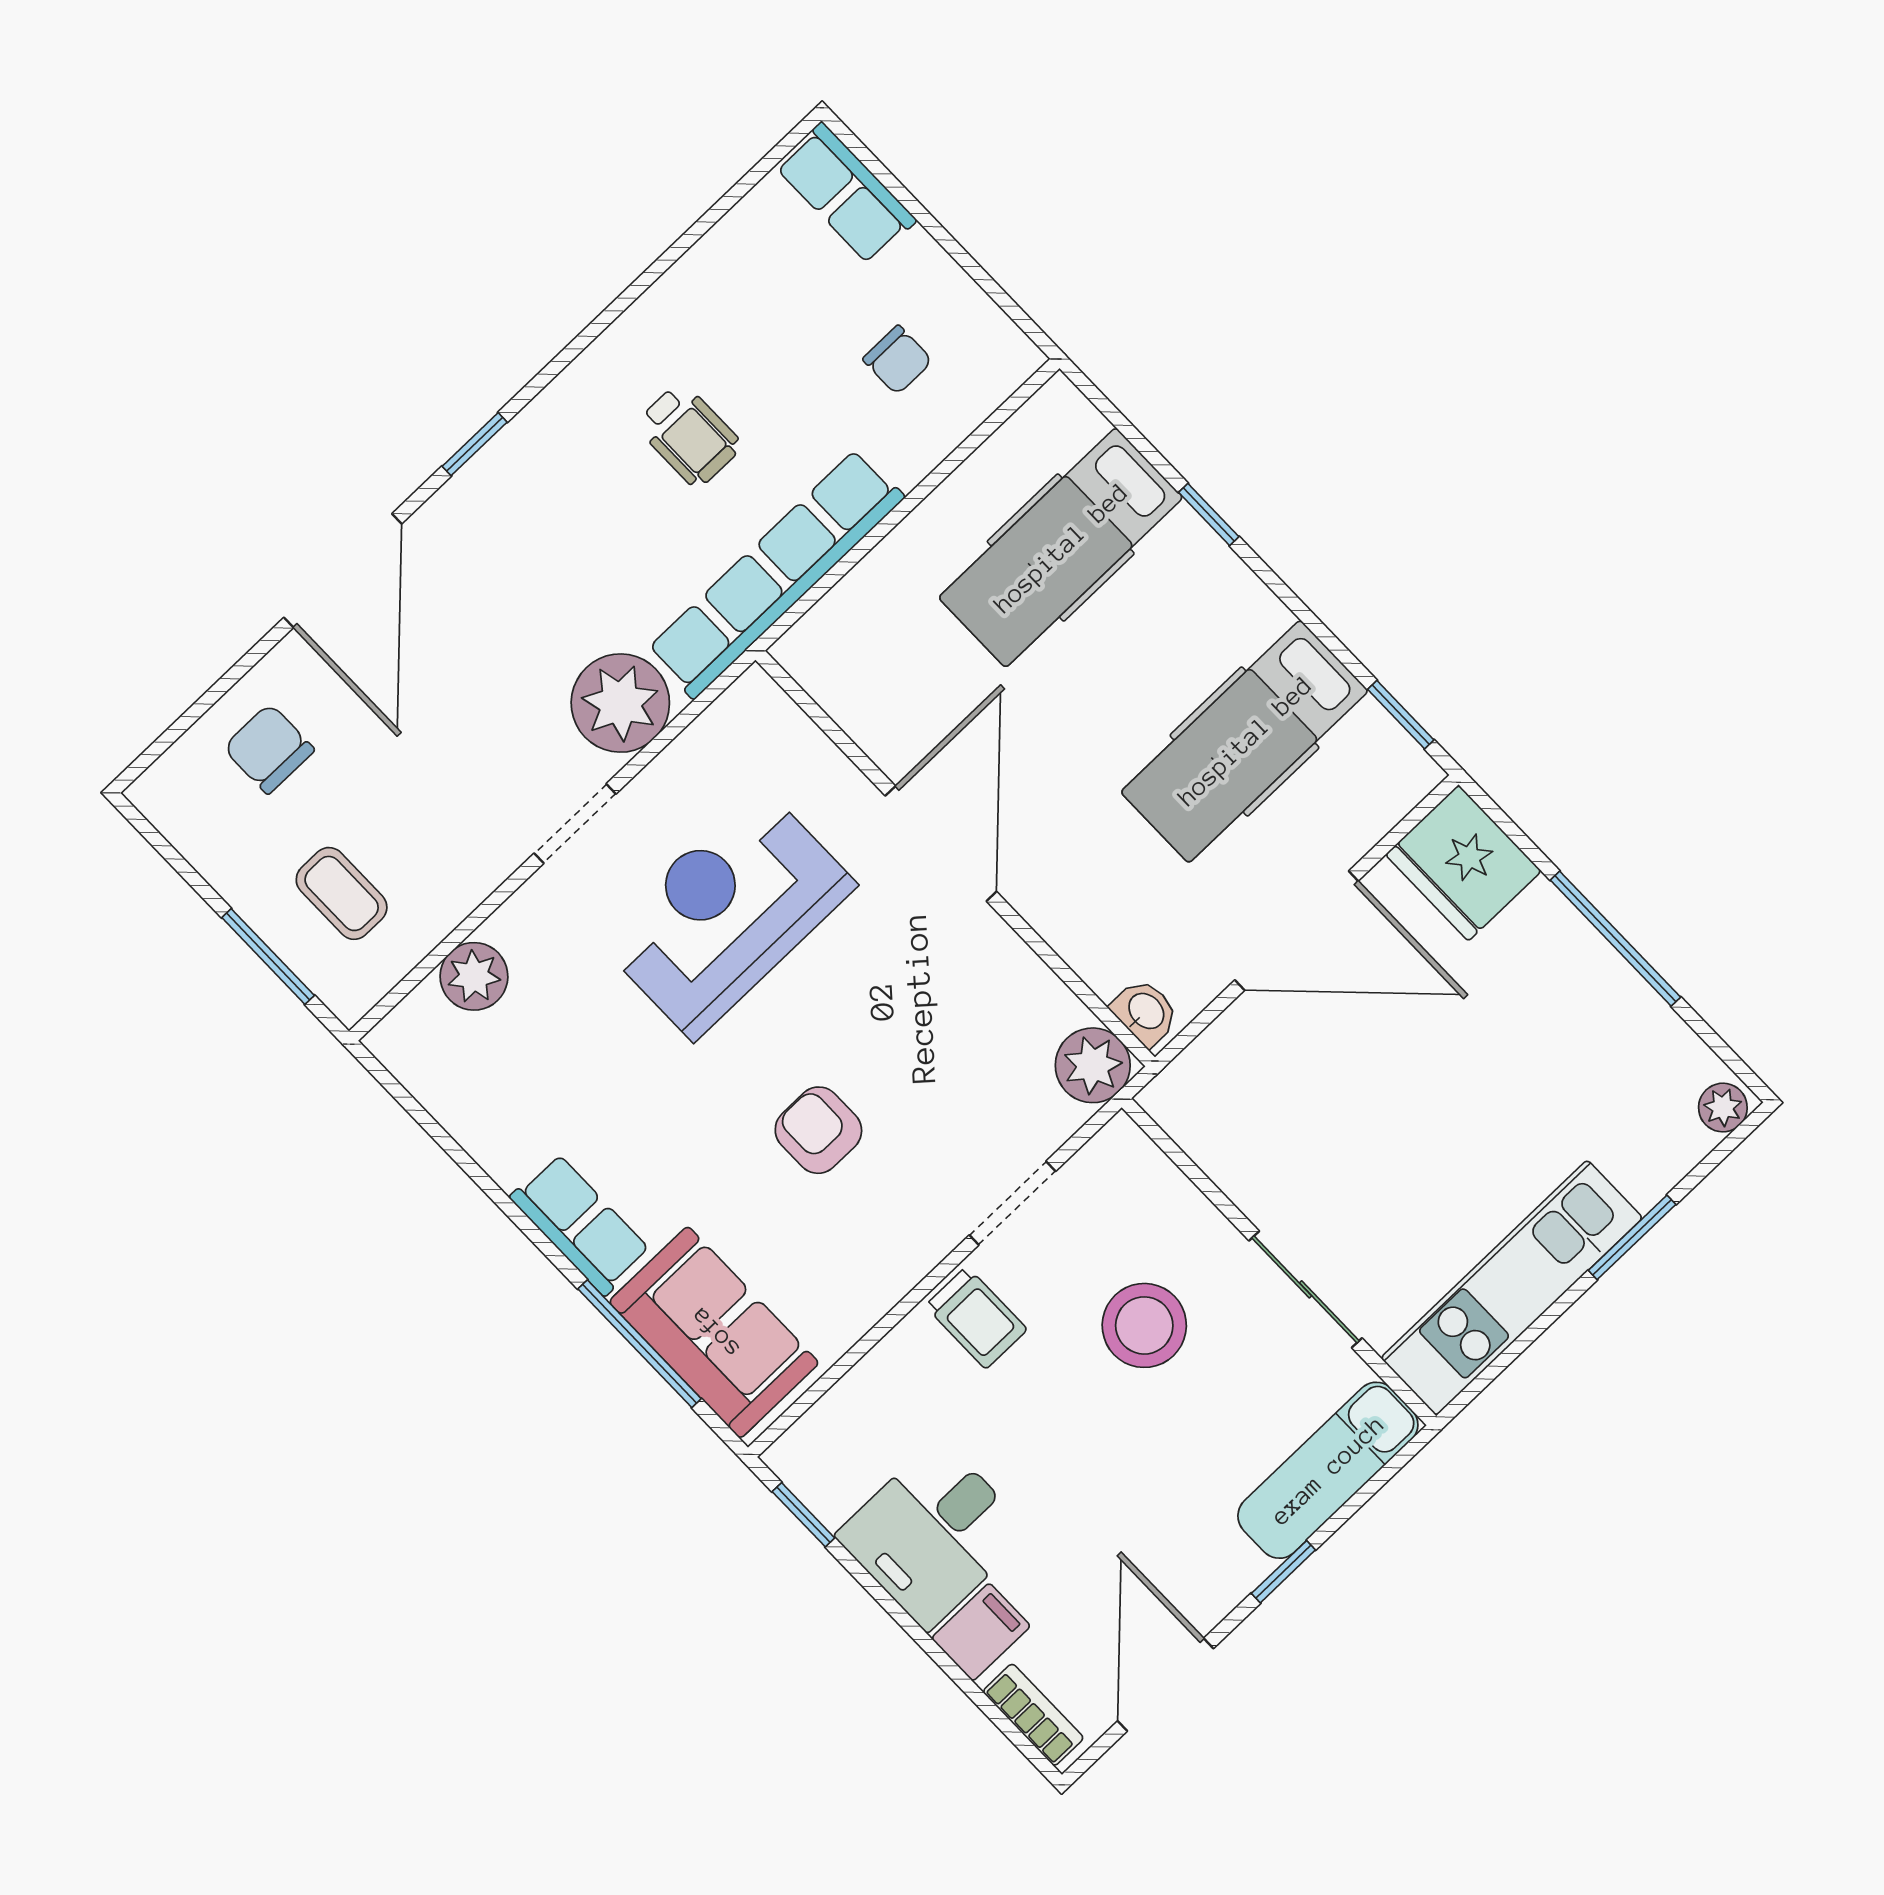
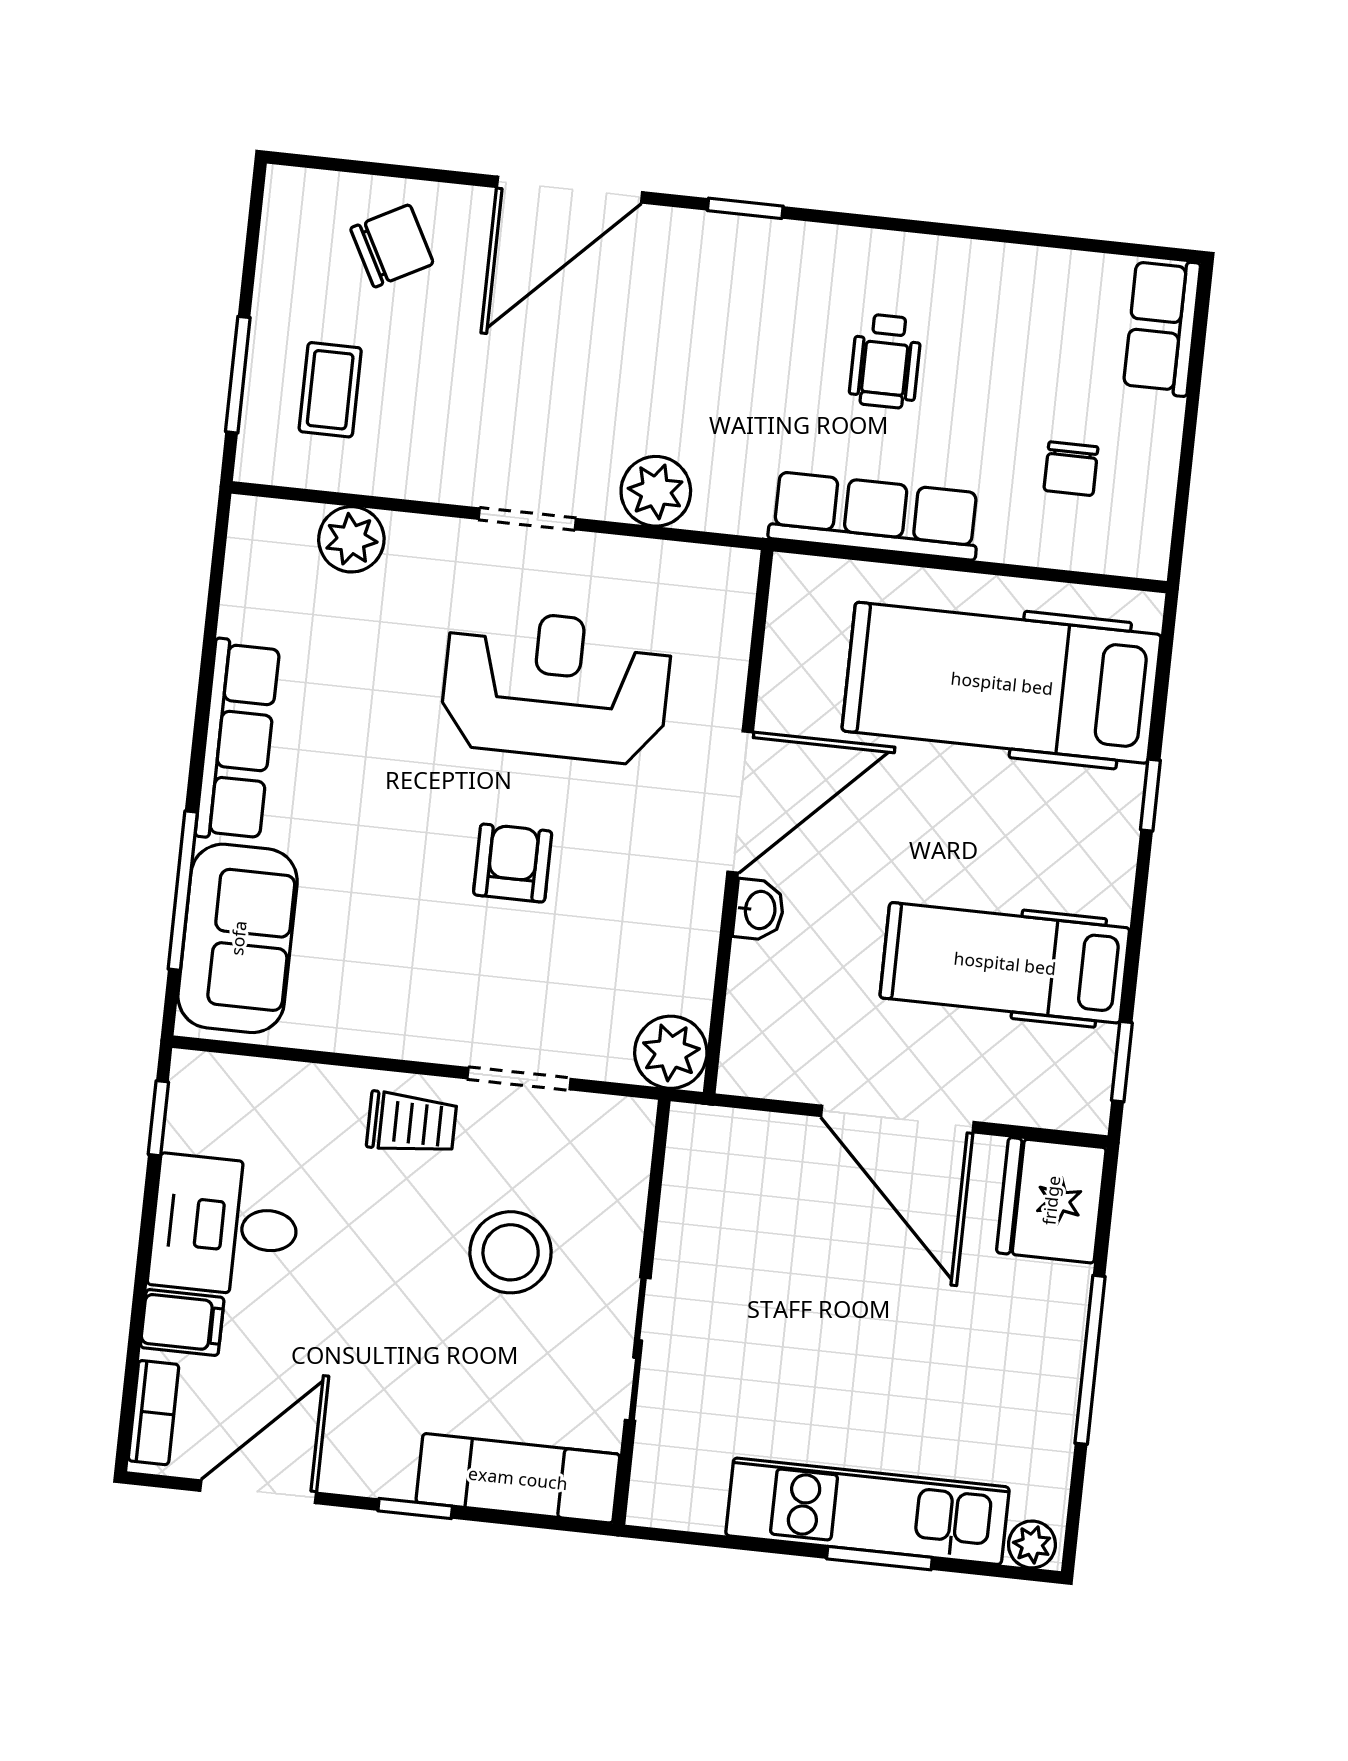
hospital bed: (1061, 548) -> (1002, 683), width x1.37, depth x1.29
row of seats: (776, 574) -> (875, 516), width x0.73
plant: (620, 703) -> (656, 491), width x0.73, depth x0.73
chair: (269, 749) -> (392, 246), turned 62
washbasin: (1145, 1012) -> (759, 910), moved
armchair: (818, 1130) -> (513, 863), moved
row of seats: (580, 1224) -> (237, 740), width x1.48
kitchen unit: (1512, 1288) -> (867, 1511), moved
trolley: (976, 1318) -> (412, 1123), turned -90

